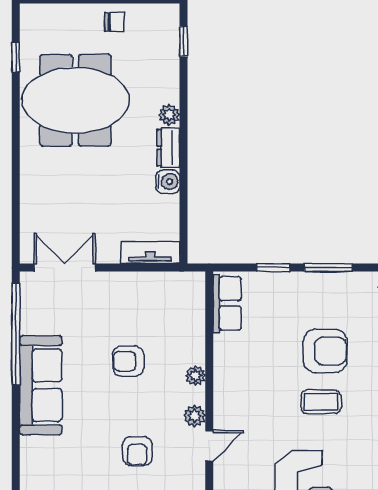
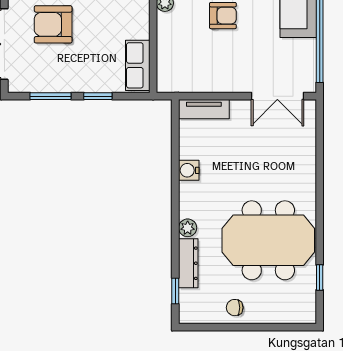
dresser: (168, 148) -> (188, 263), moved, width x1.44

